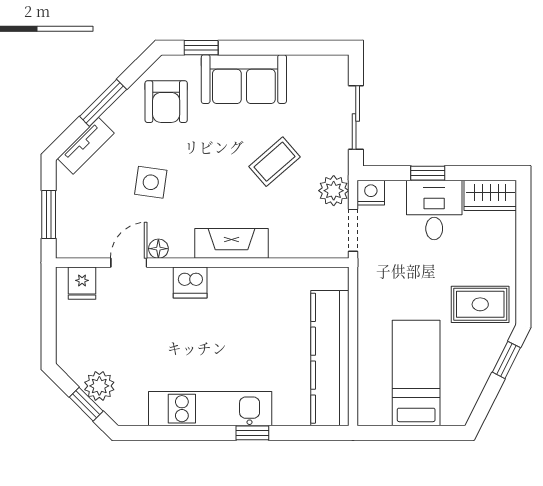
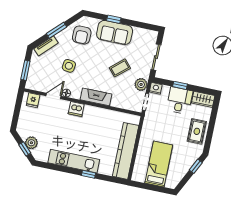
window: (201, 48) -> (114, 19), moved
rug: (480, 304) -> (197, 131), moved, turned 90

